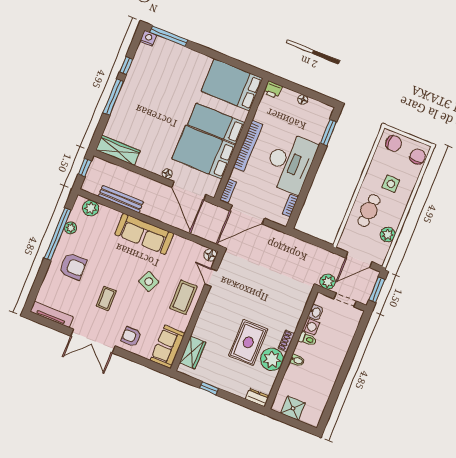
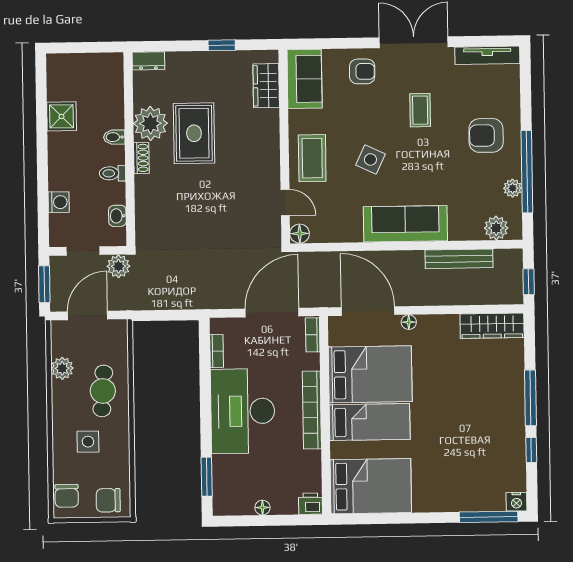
washing machine: (311, 326) -> (59, 202), moved, turned 180
shower: (293, 408) -> (62, 116), moved

